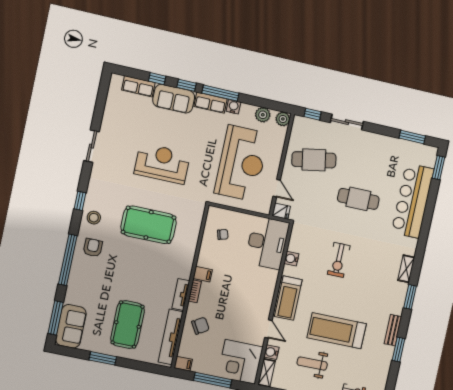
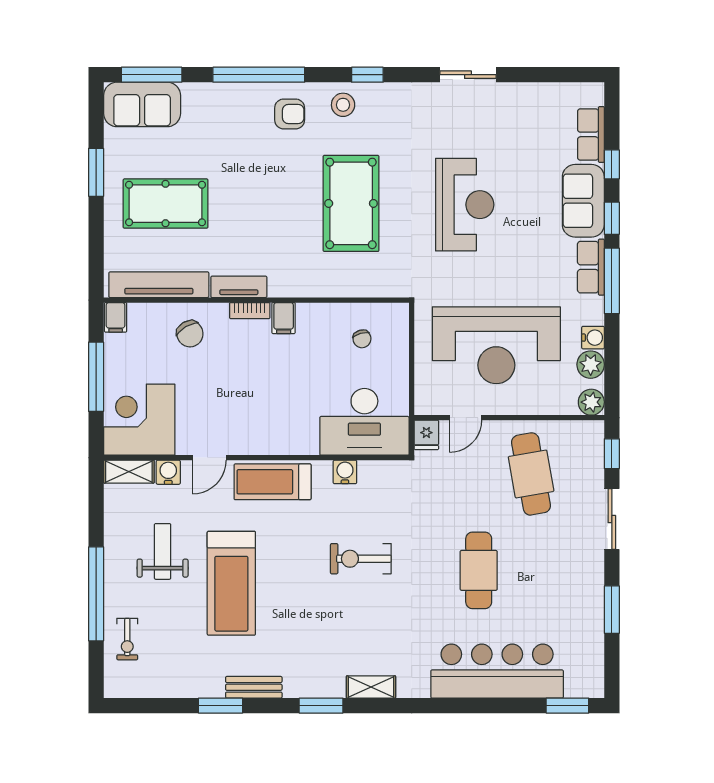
water cooler: (233, 107) -> (593, 338), moved
window: (412, 137) -> (612, 610), moved
treadmill: (337, 331) -> (231, 583), turned 180

